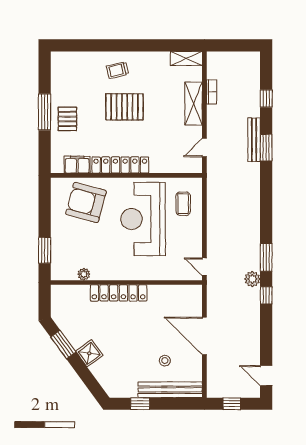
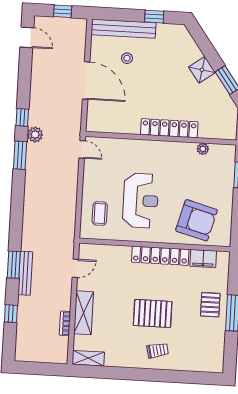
reception desk: (143, 219) -> (141, 201), width x0.74, depth x0.77

